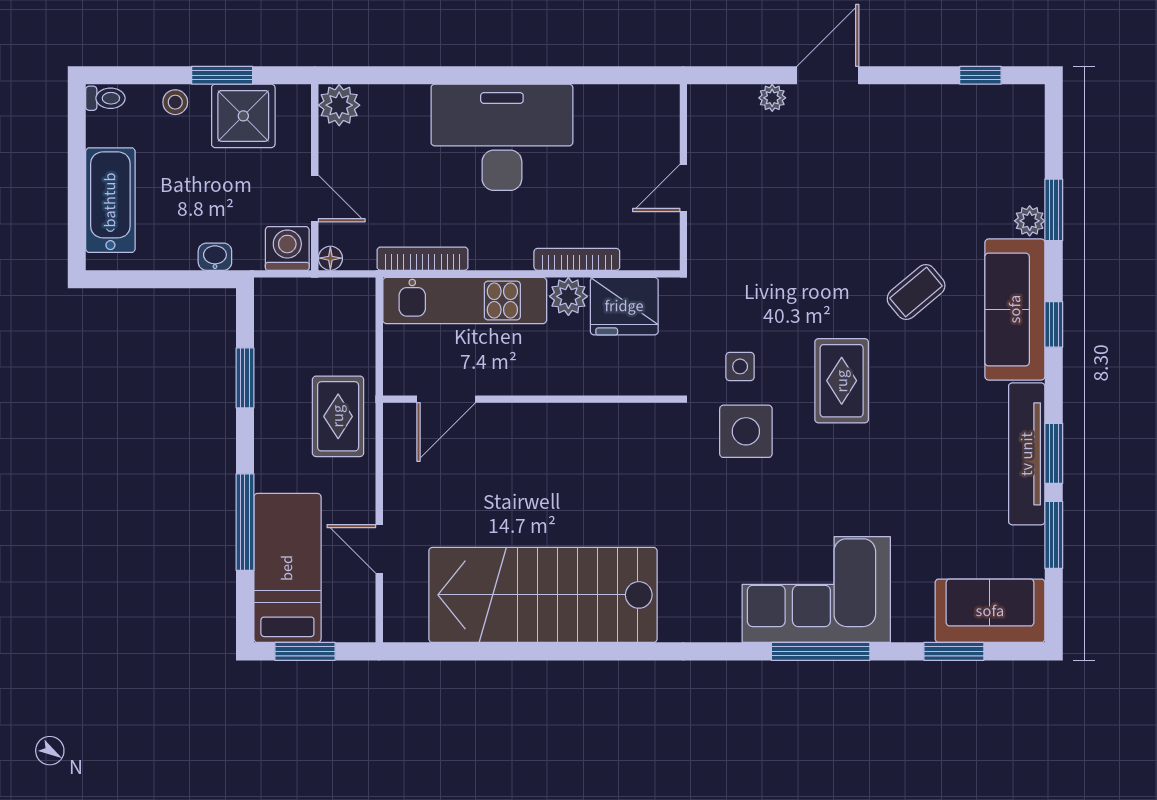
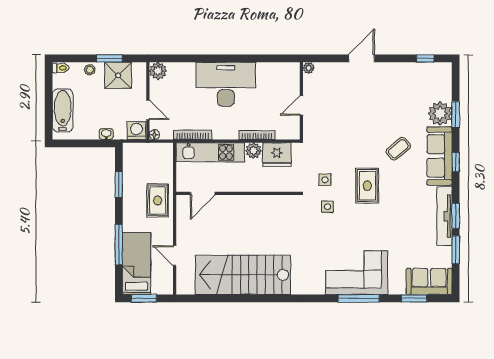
plant: (772, 98) -> (309, 68), moved
plant: (1030, 221) -> (440, 113), width x1.87, depth x1.87
side table: (746, 431) -> (327, 207), width x0.54, depth x0.54

